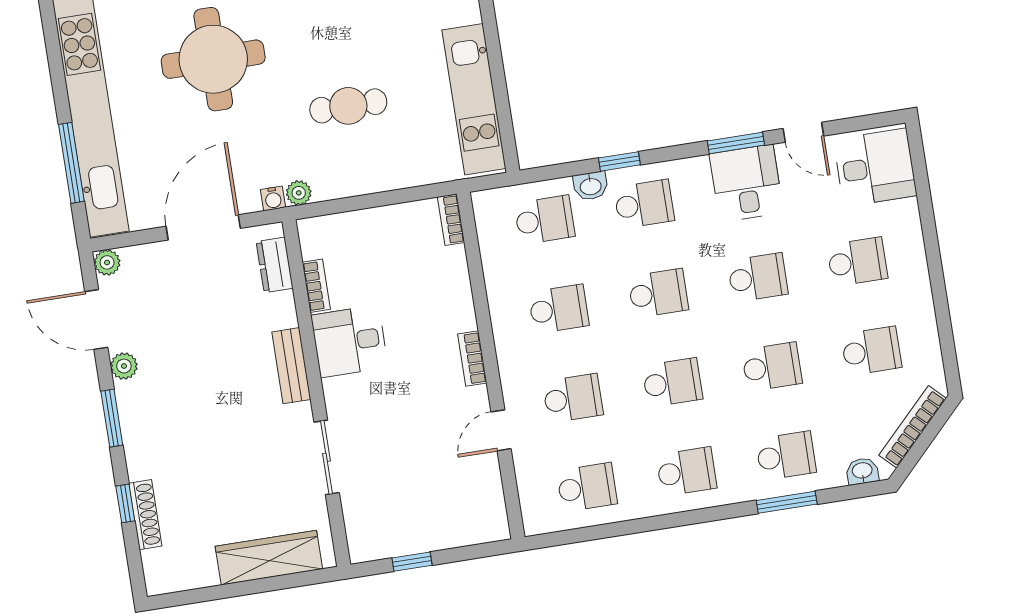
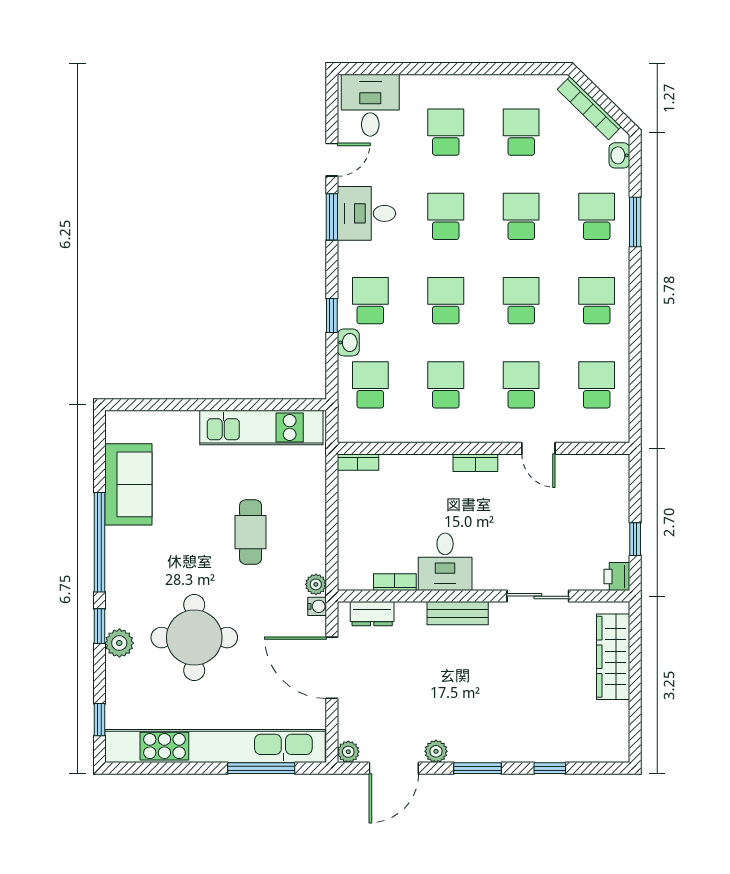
shoe rack: (145, 515) -> (561, 753), removed
printer: (364, 547) -> (617, 577), added

